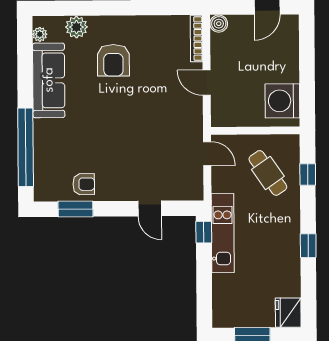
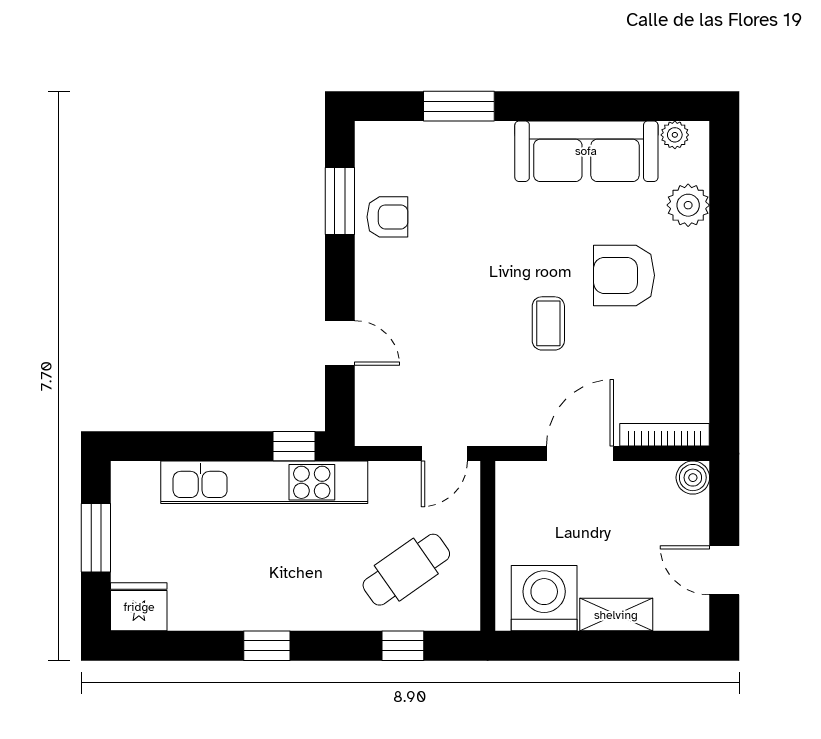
shelving: (291, 63) -> (616, 615), added
door: (207, 83) -> (580, 454), width x1.38
coffee table: (139, 100) -> (548, 323), added
window: (26, 147) -> (459, 106), width x0.47
armchair: (84, 184) -> (387, 217), turned -90
door: (150, 209) -> (340, 343), swing flipped
kitchen unit: (223, 233) -> (264, 482), width x1.36

